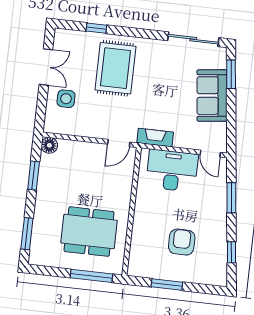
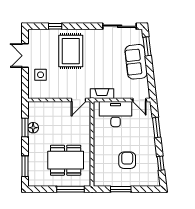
double door: (46, 67) -> (25, 56), swing flipped
floor lamp: (49, 145) -> (33, 128), moved

